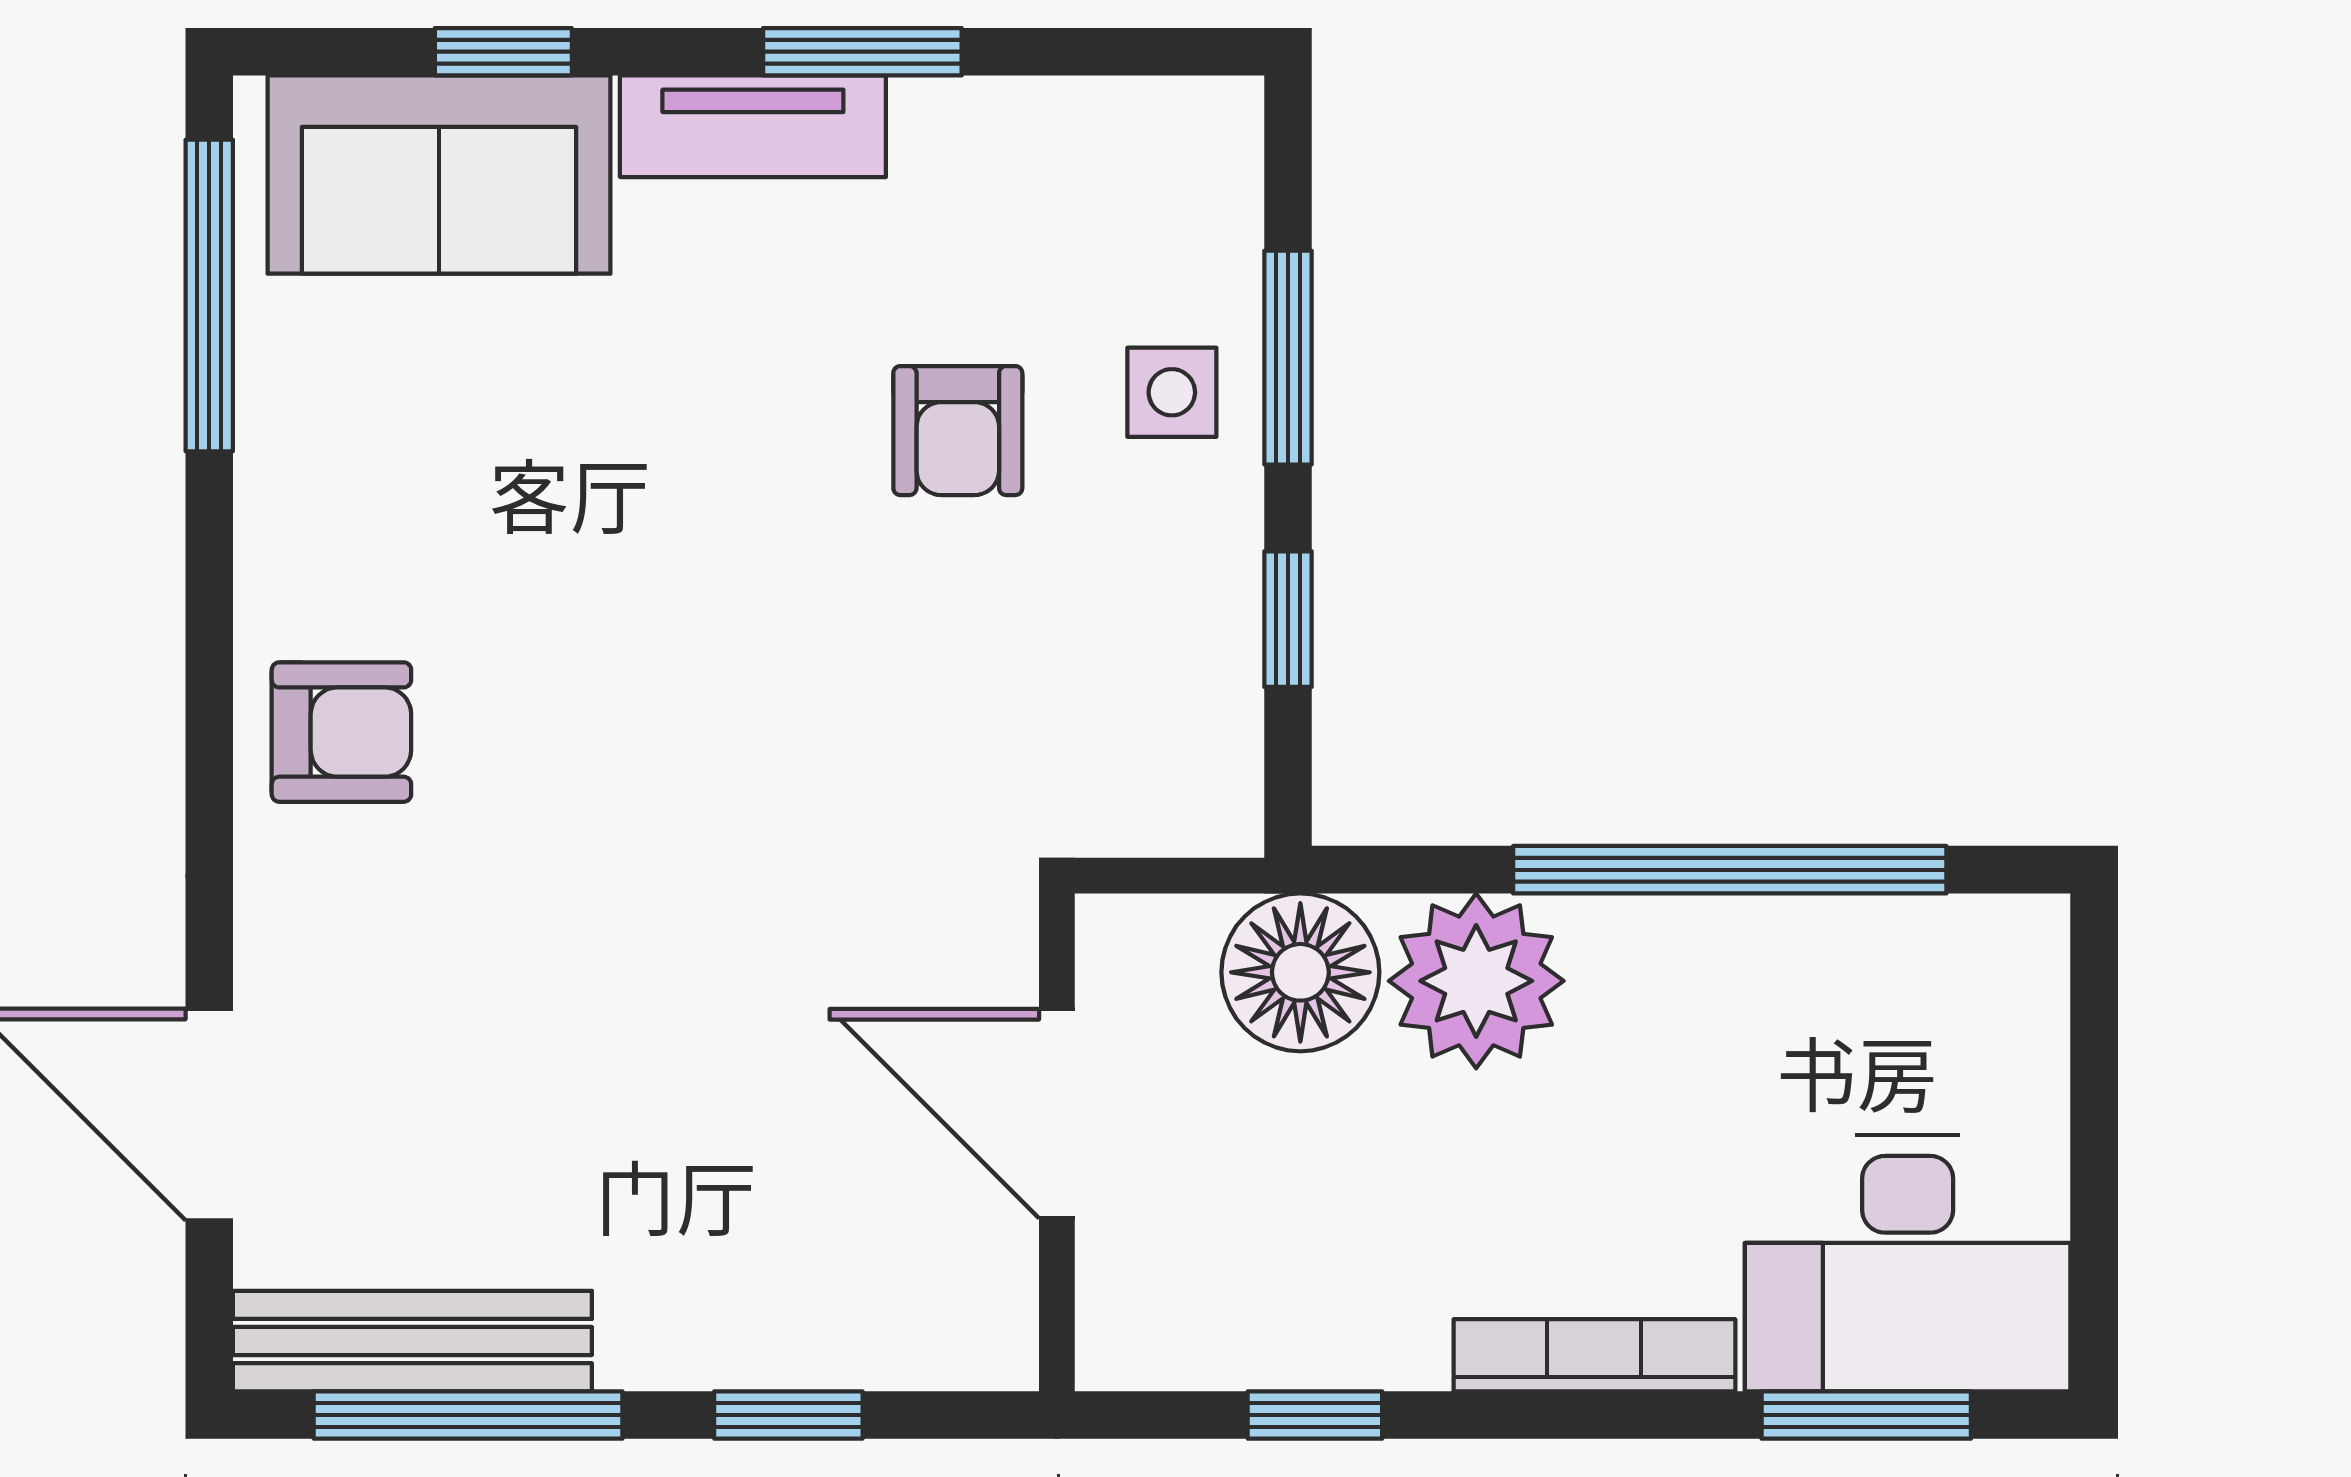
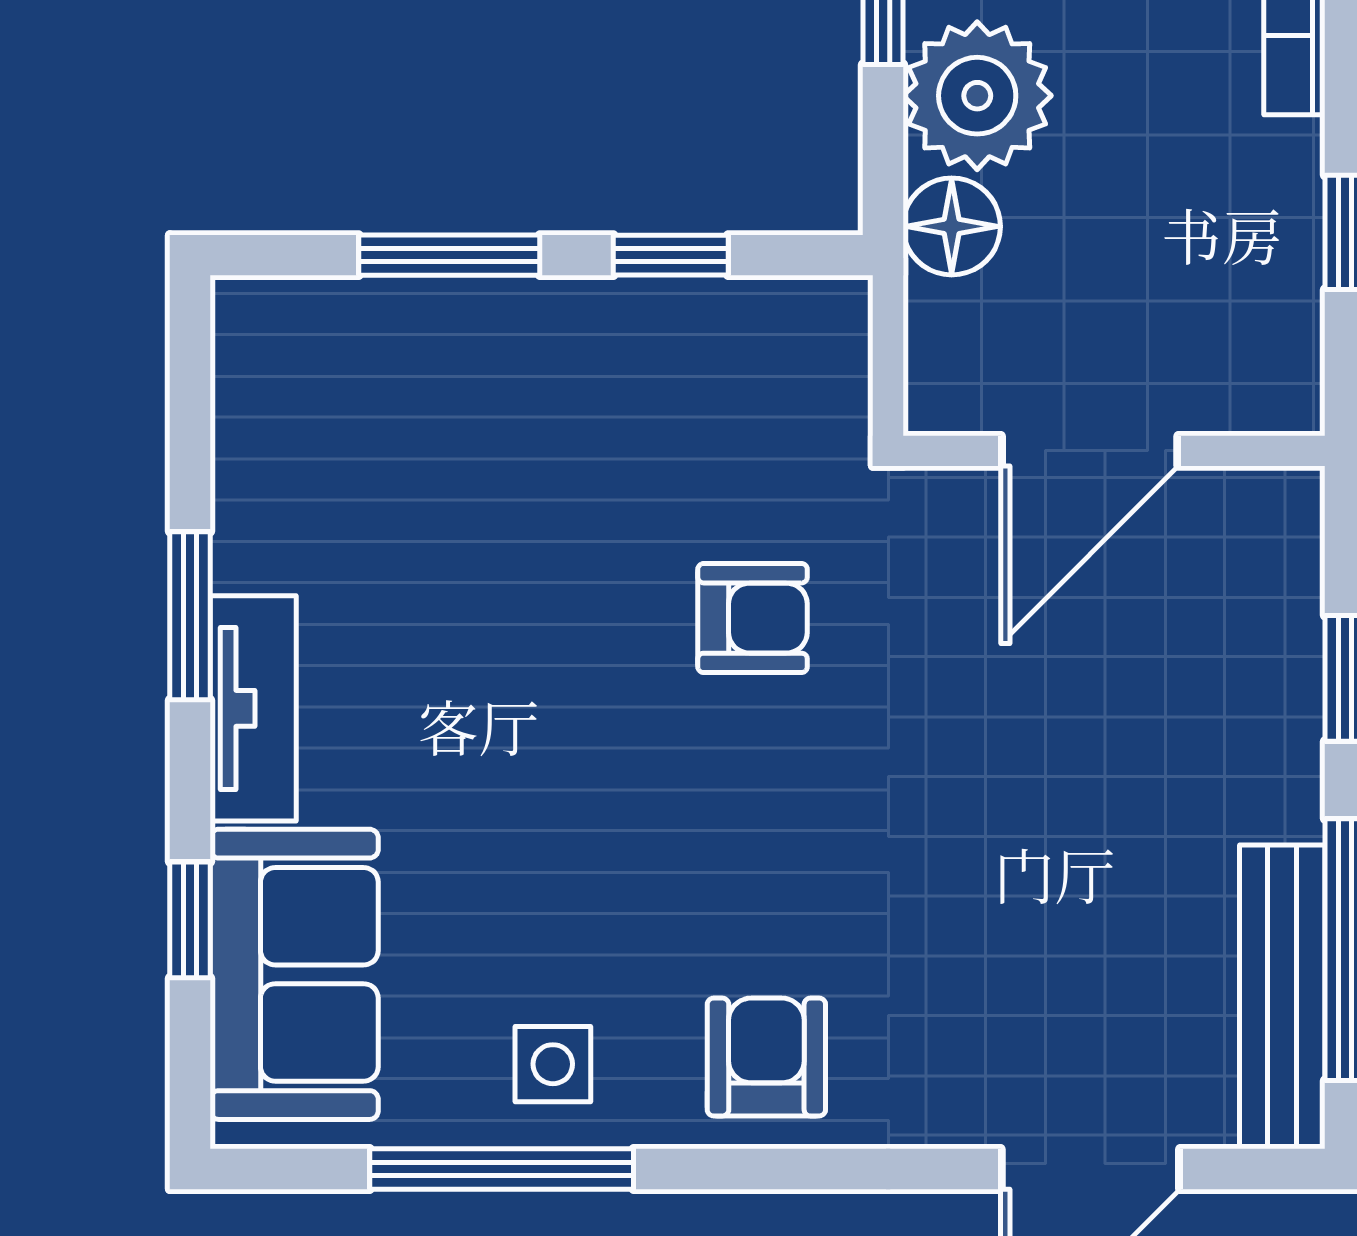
window: (209, 295) -> (502, 1169), moved
side table: (1172, 392) -> (553, 1064), moved
armchair: (958, 431) -> (753, 618), moved
floor lamp: (1300, 972) -> (952, 226), width x0.73, depth x0.73

